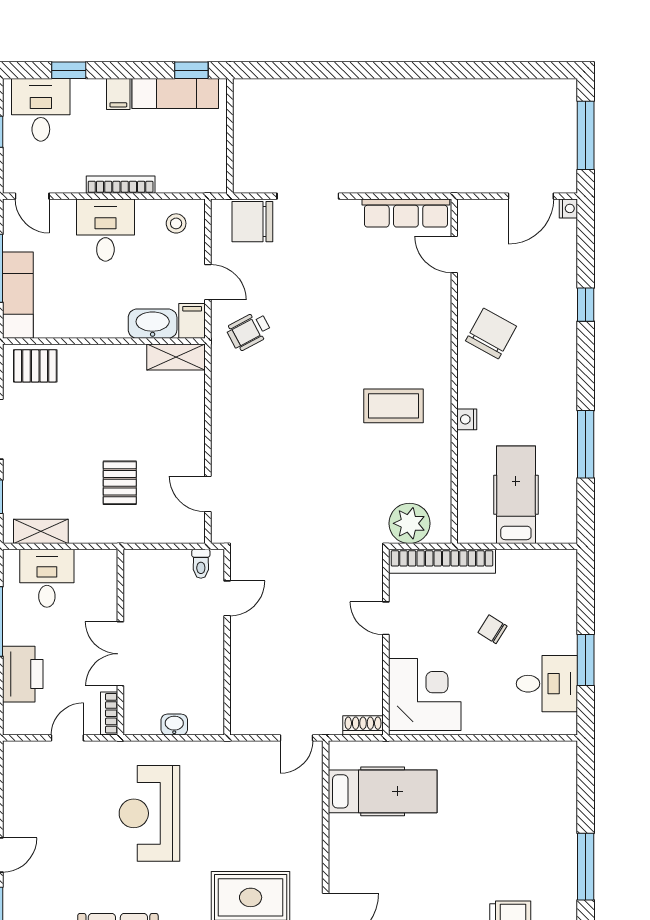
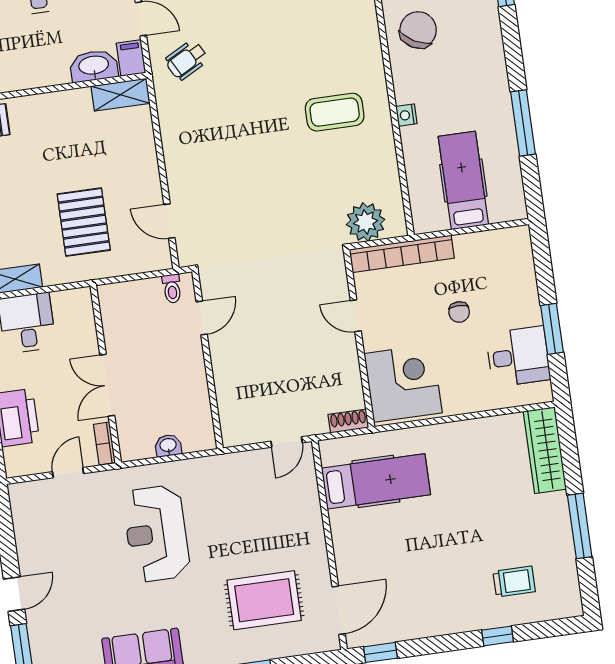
pallet: (120, 483) -> (84, 222), width x1.50, depth x1.42
chair: (493, 629) -> (459, 312), turned -122
wardrobe: (561, 784) -> (545, 450), added

